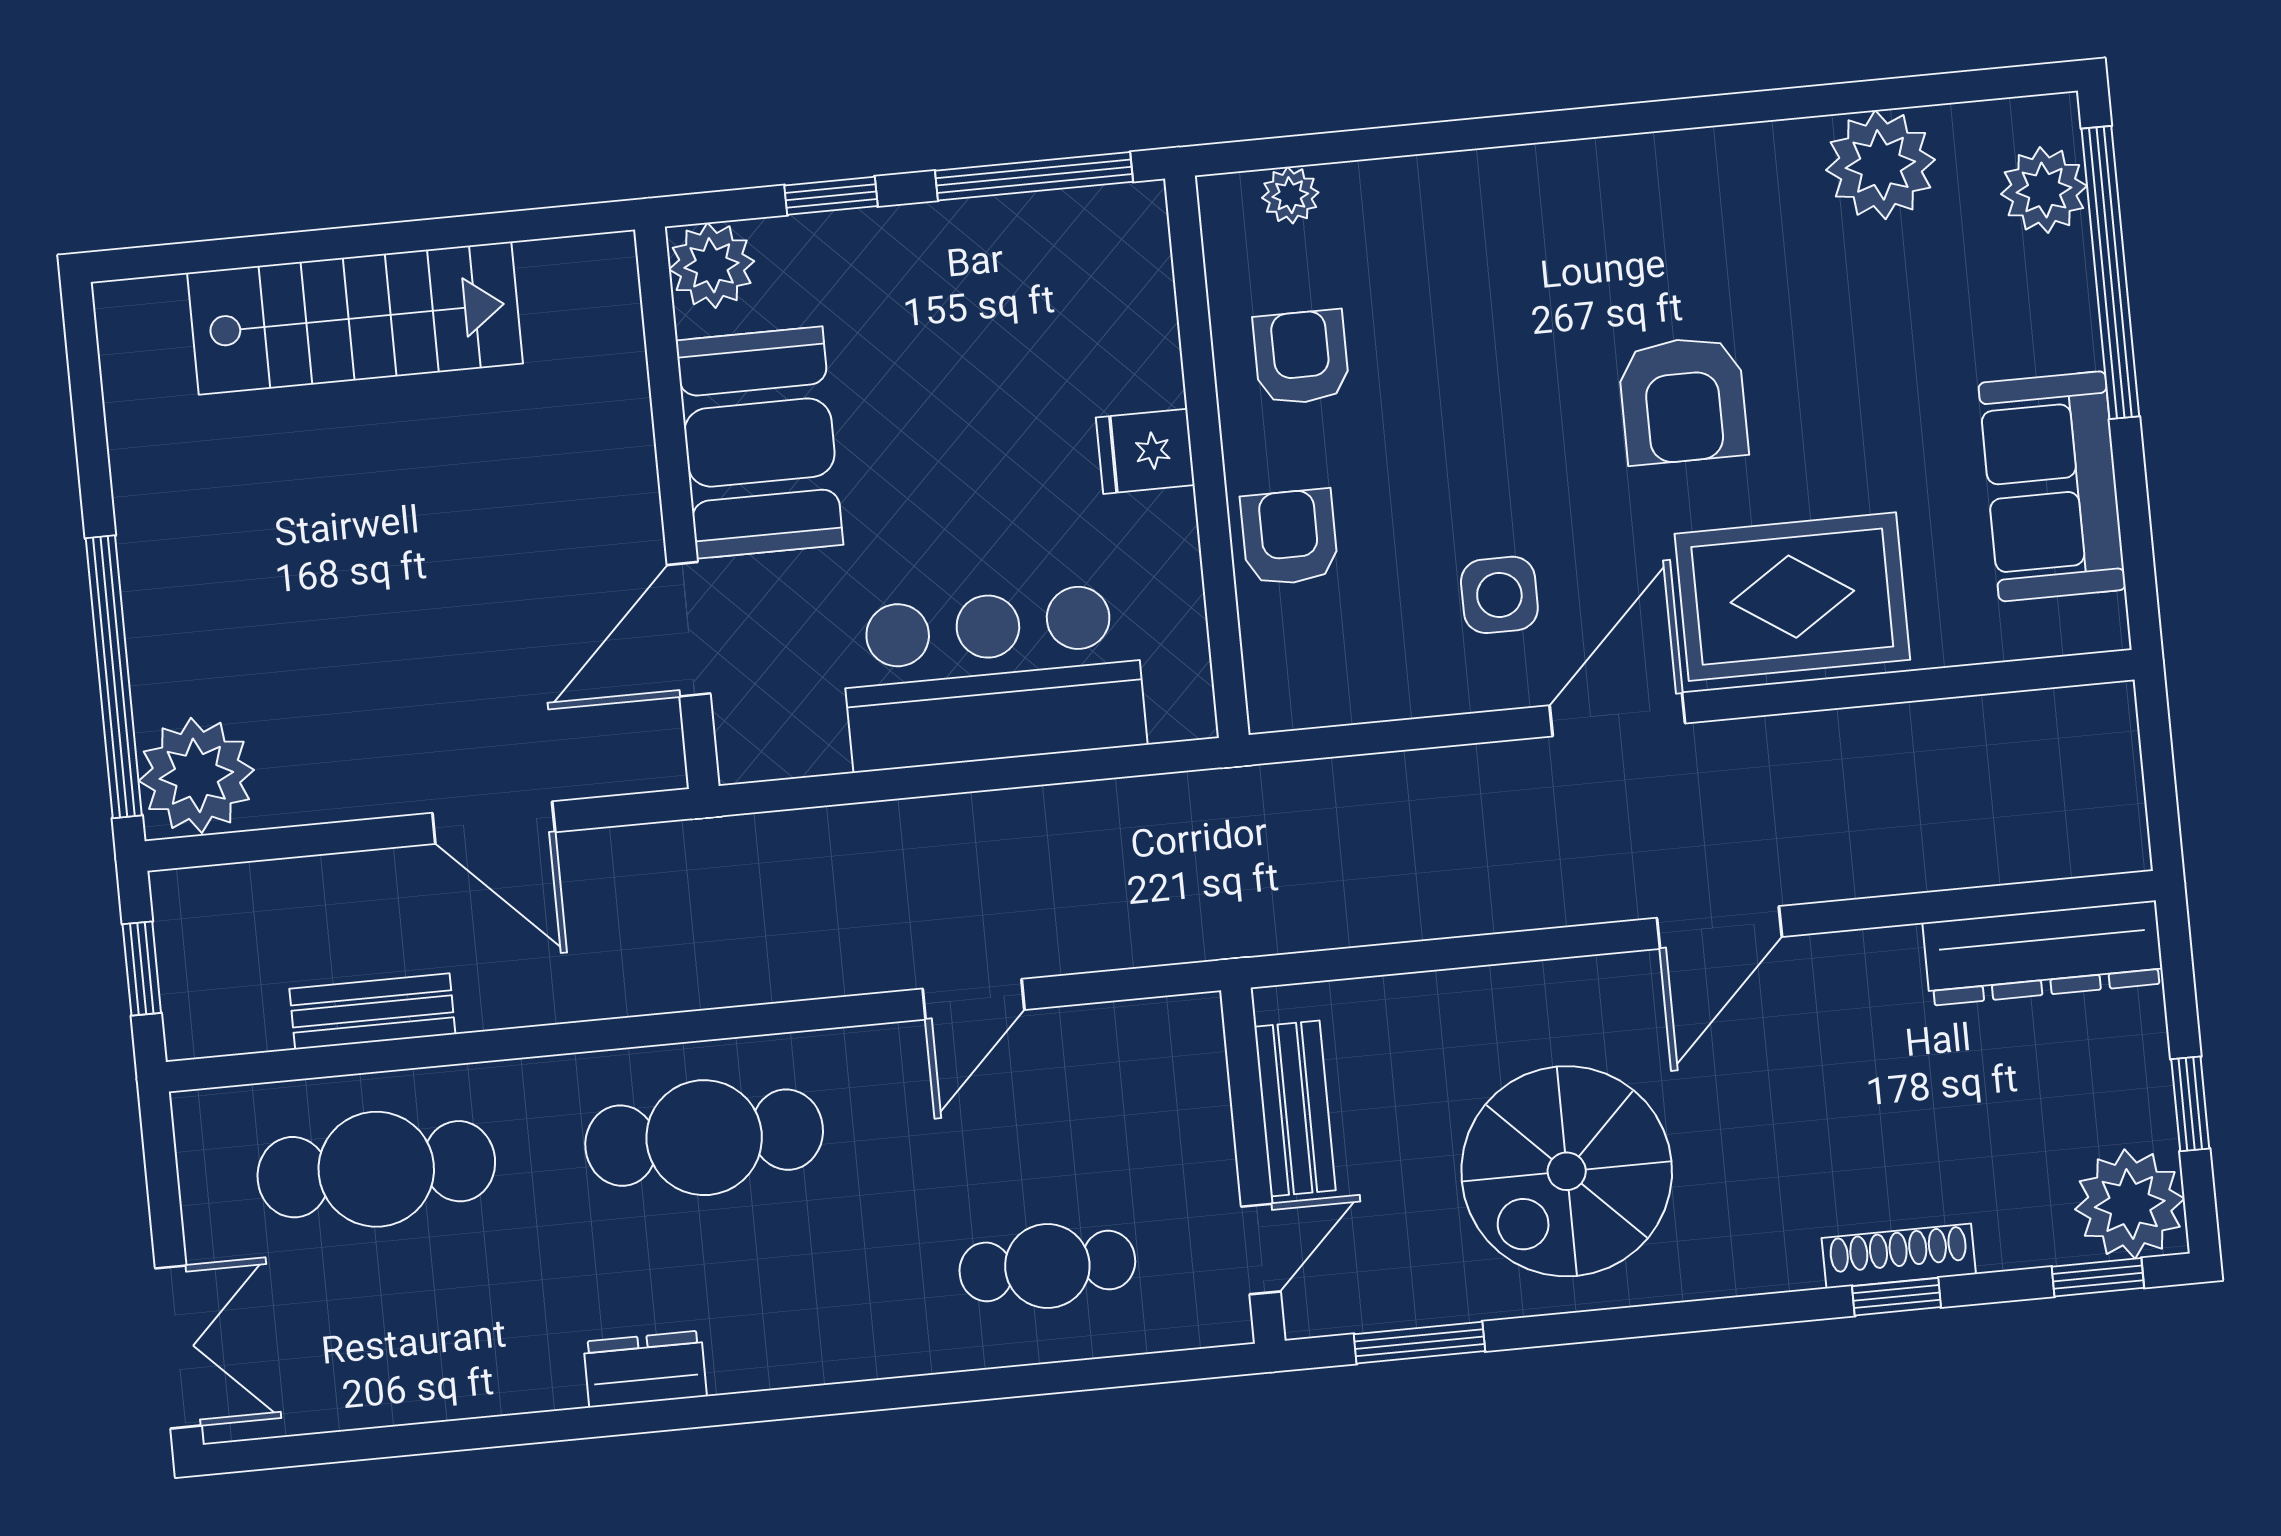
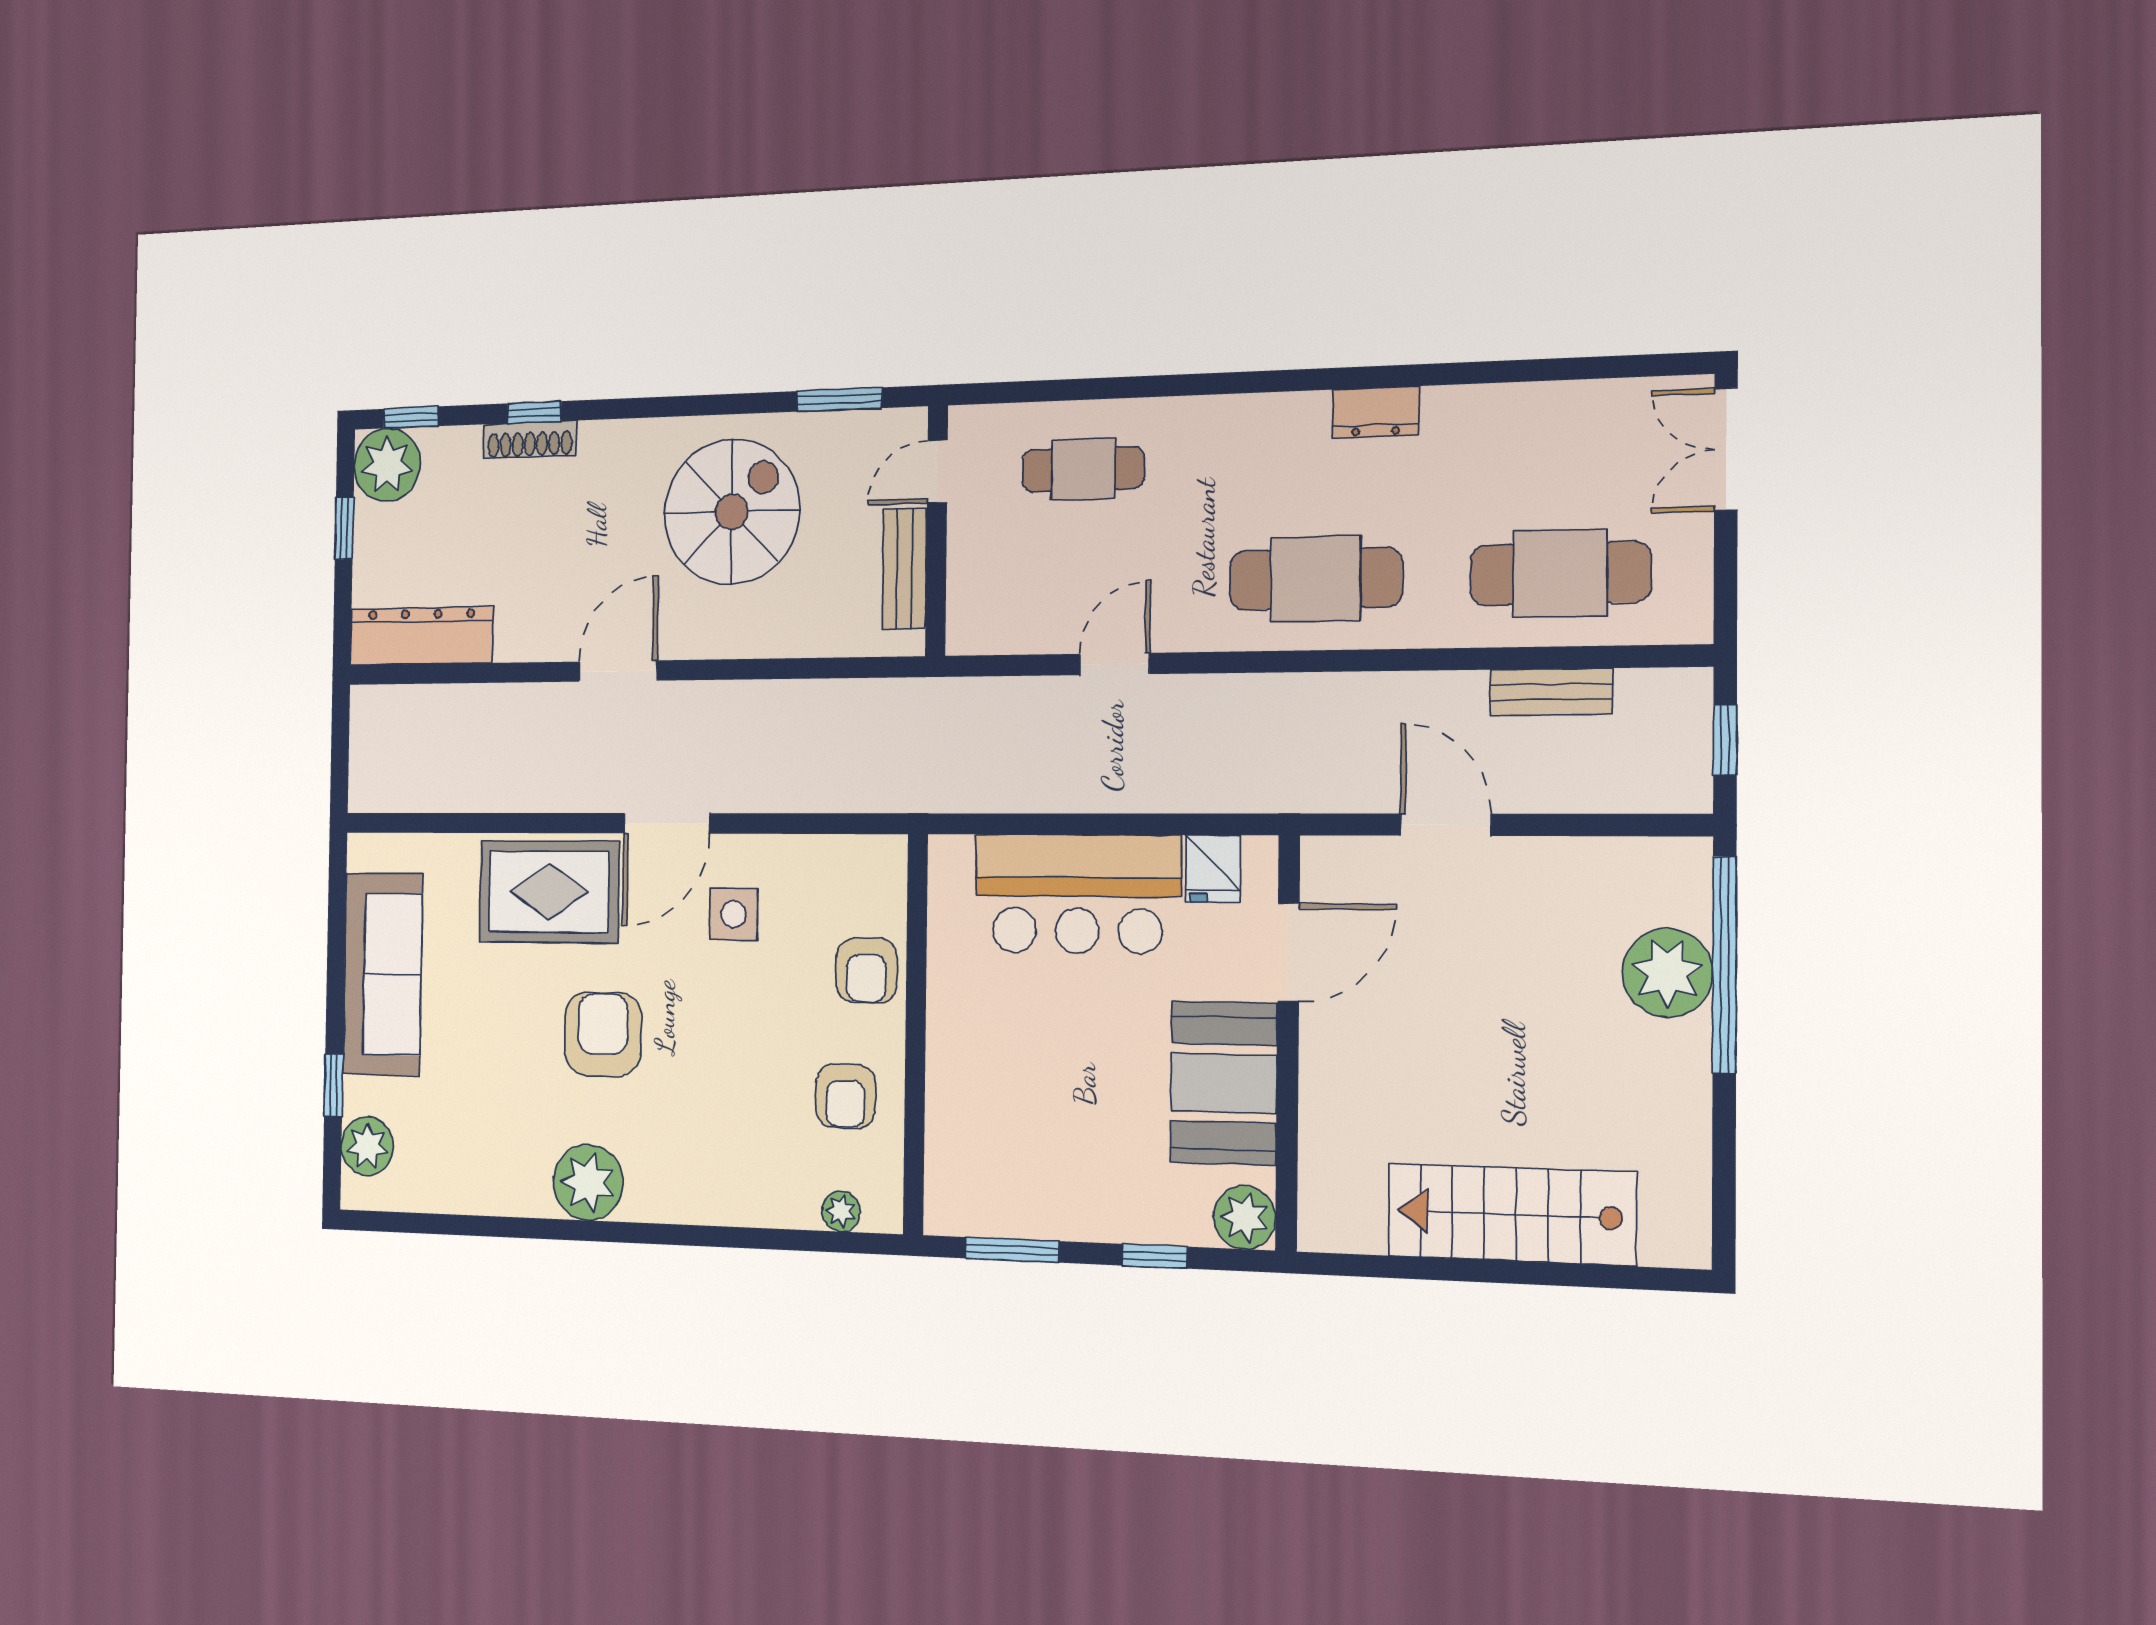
plant: (1880, 165) -> (588, 1182), moved
window: (1034, 176) -> (1012, 1250), width x0.69
window: (2110, 273) -> (334, 1085), width x0.32
fridge: (1145, 451) -> (1213, 869), moved, turned 90
sofa: (2052, 486) -> (383, 974), width x1.36
plant: (196, 775) -> (1667, 973), moved

